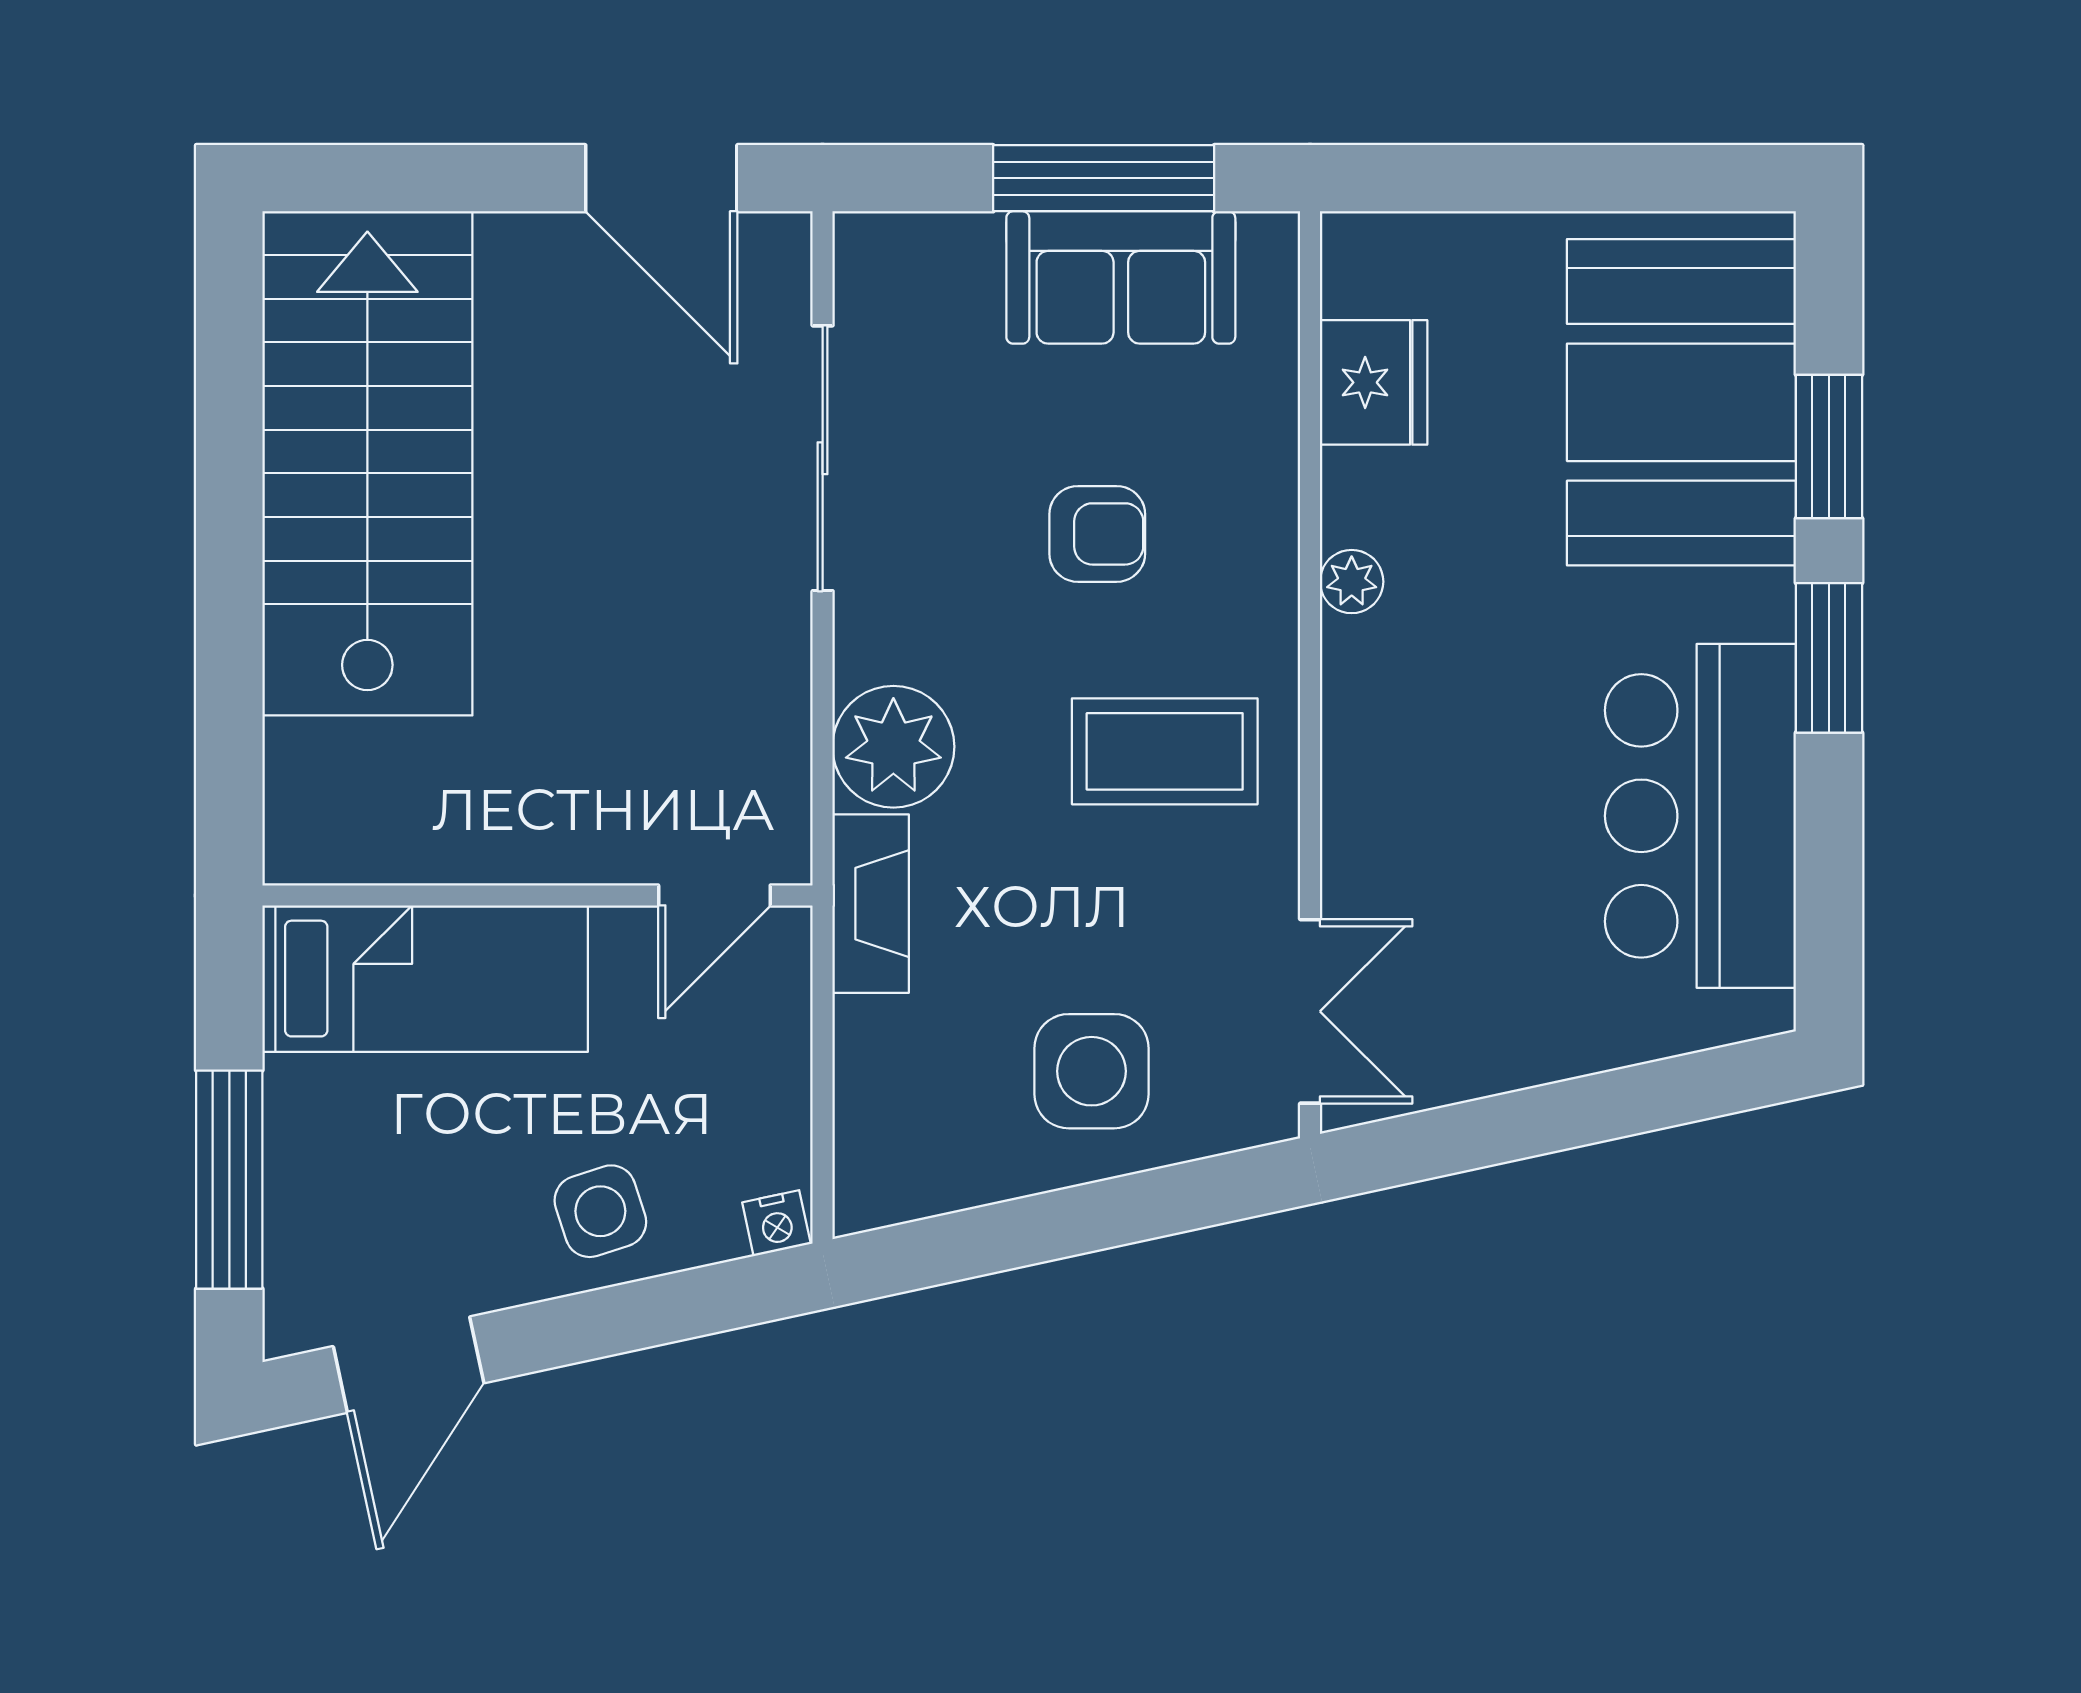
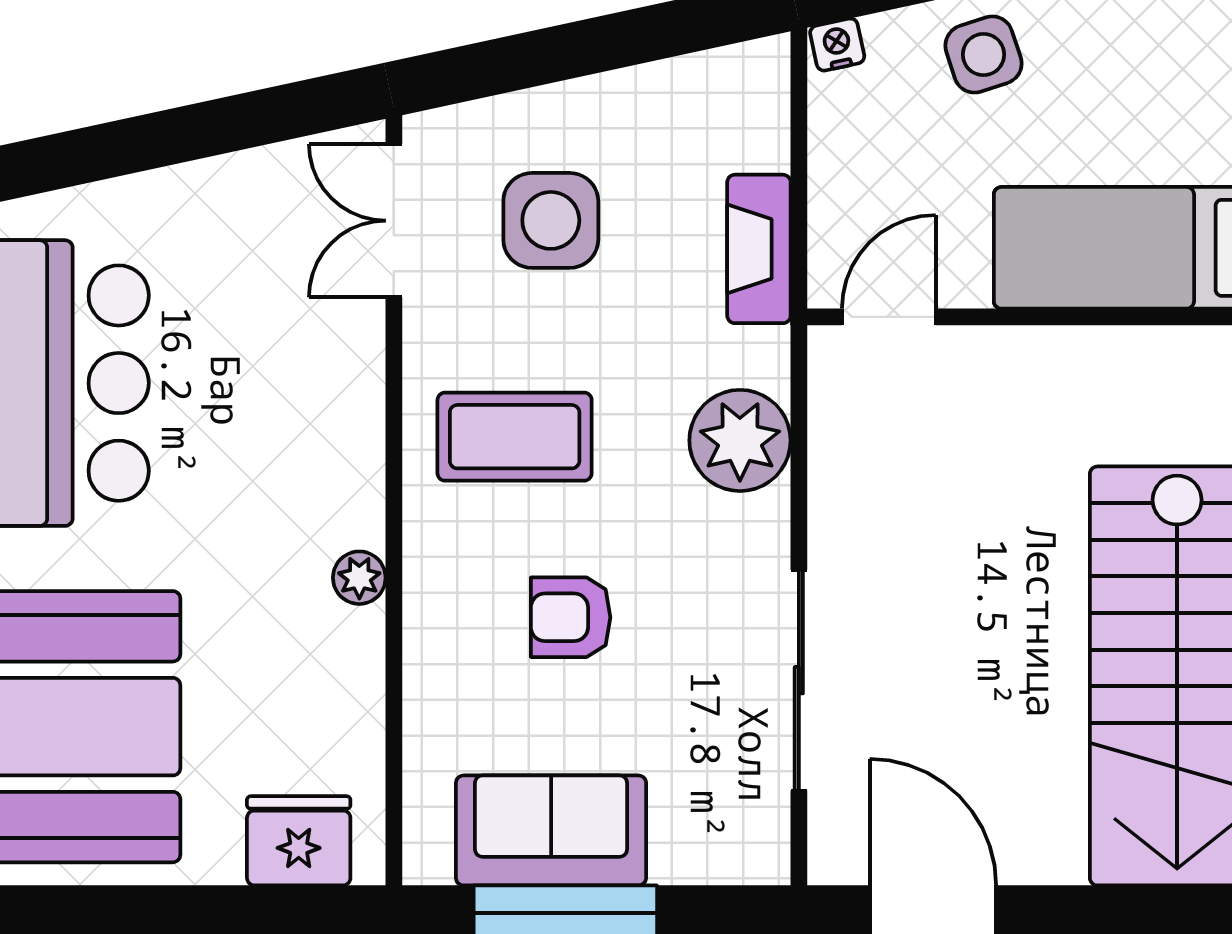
fridge: (1374, 382) -> (299, 841), moved, turned 90
fireplace: (871, 904) -> (759, 249), moved
side table: (1091, 1071) -> (551, 220), moved

